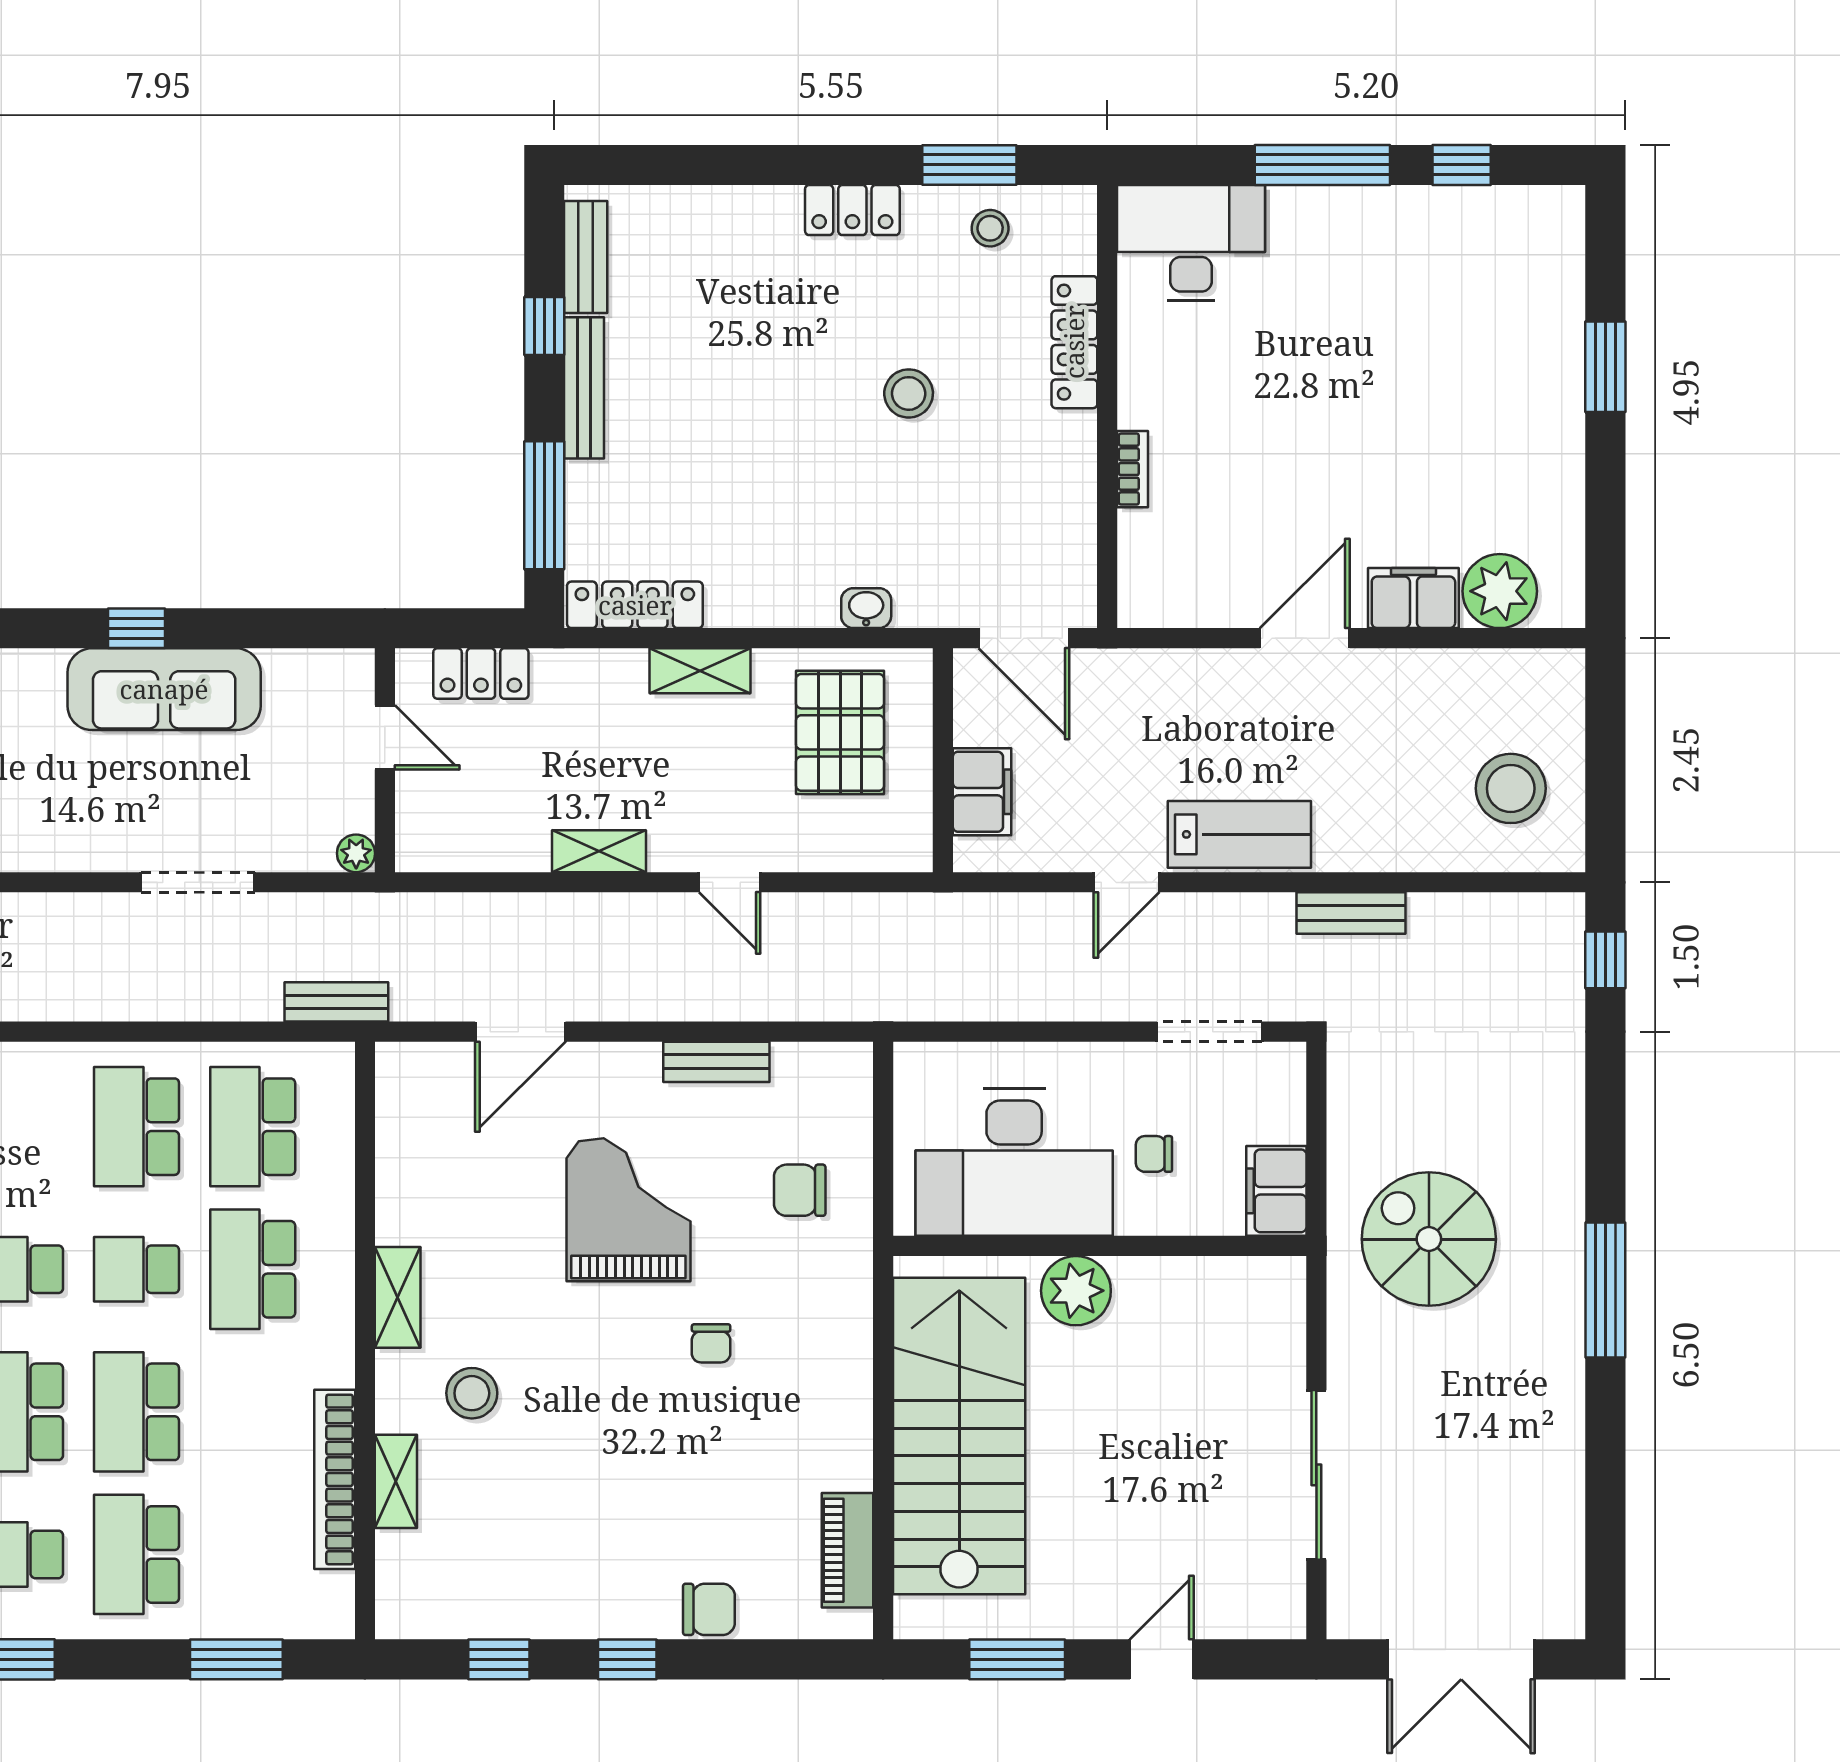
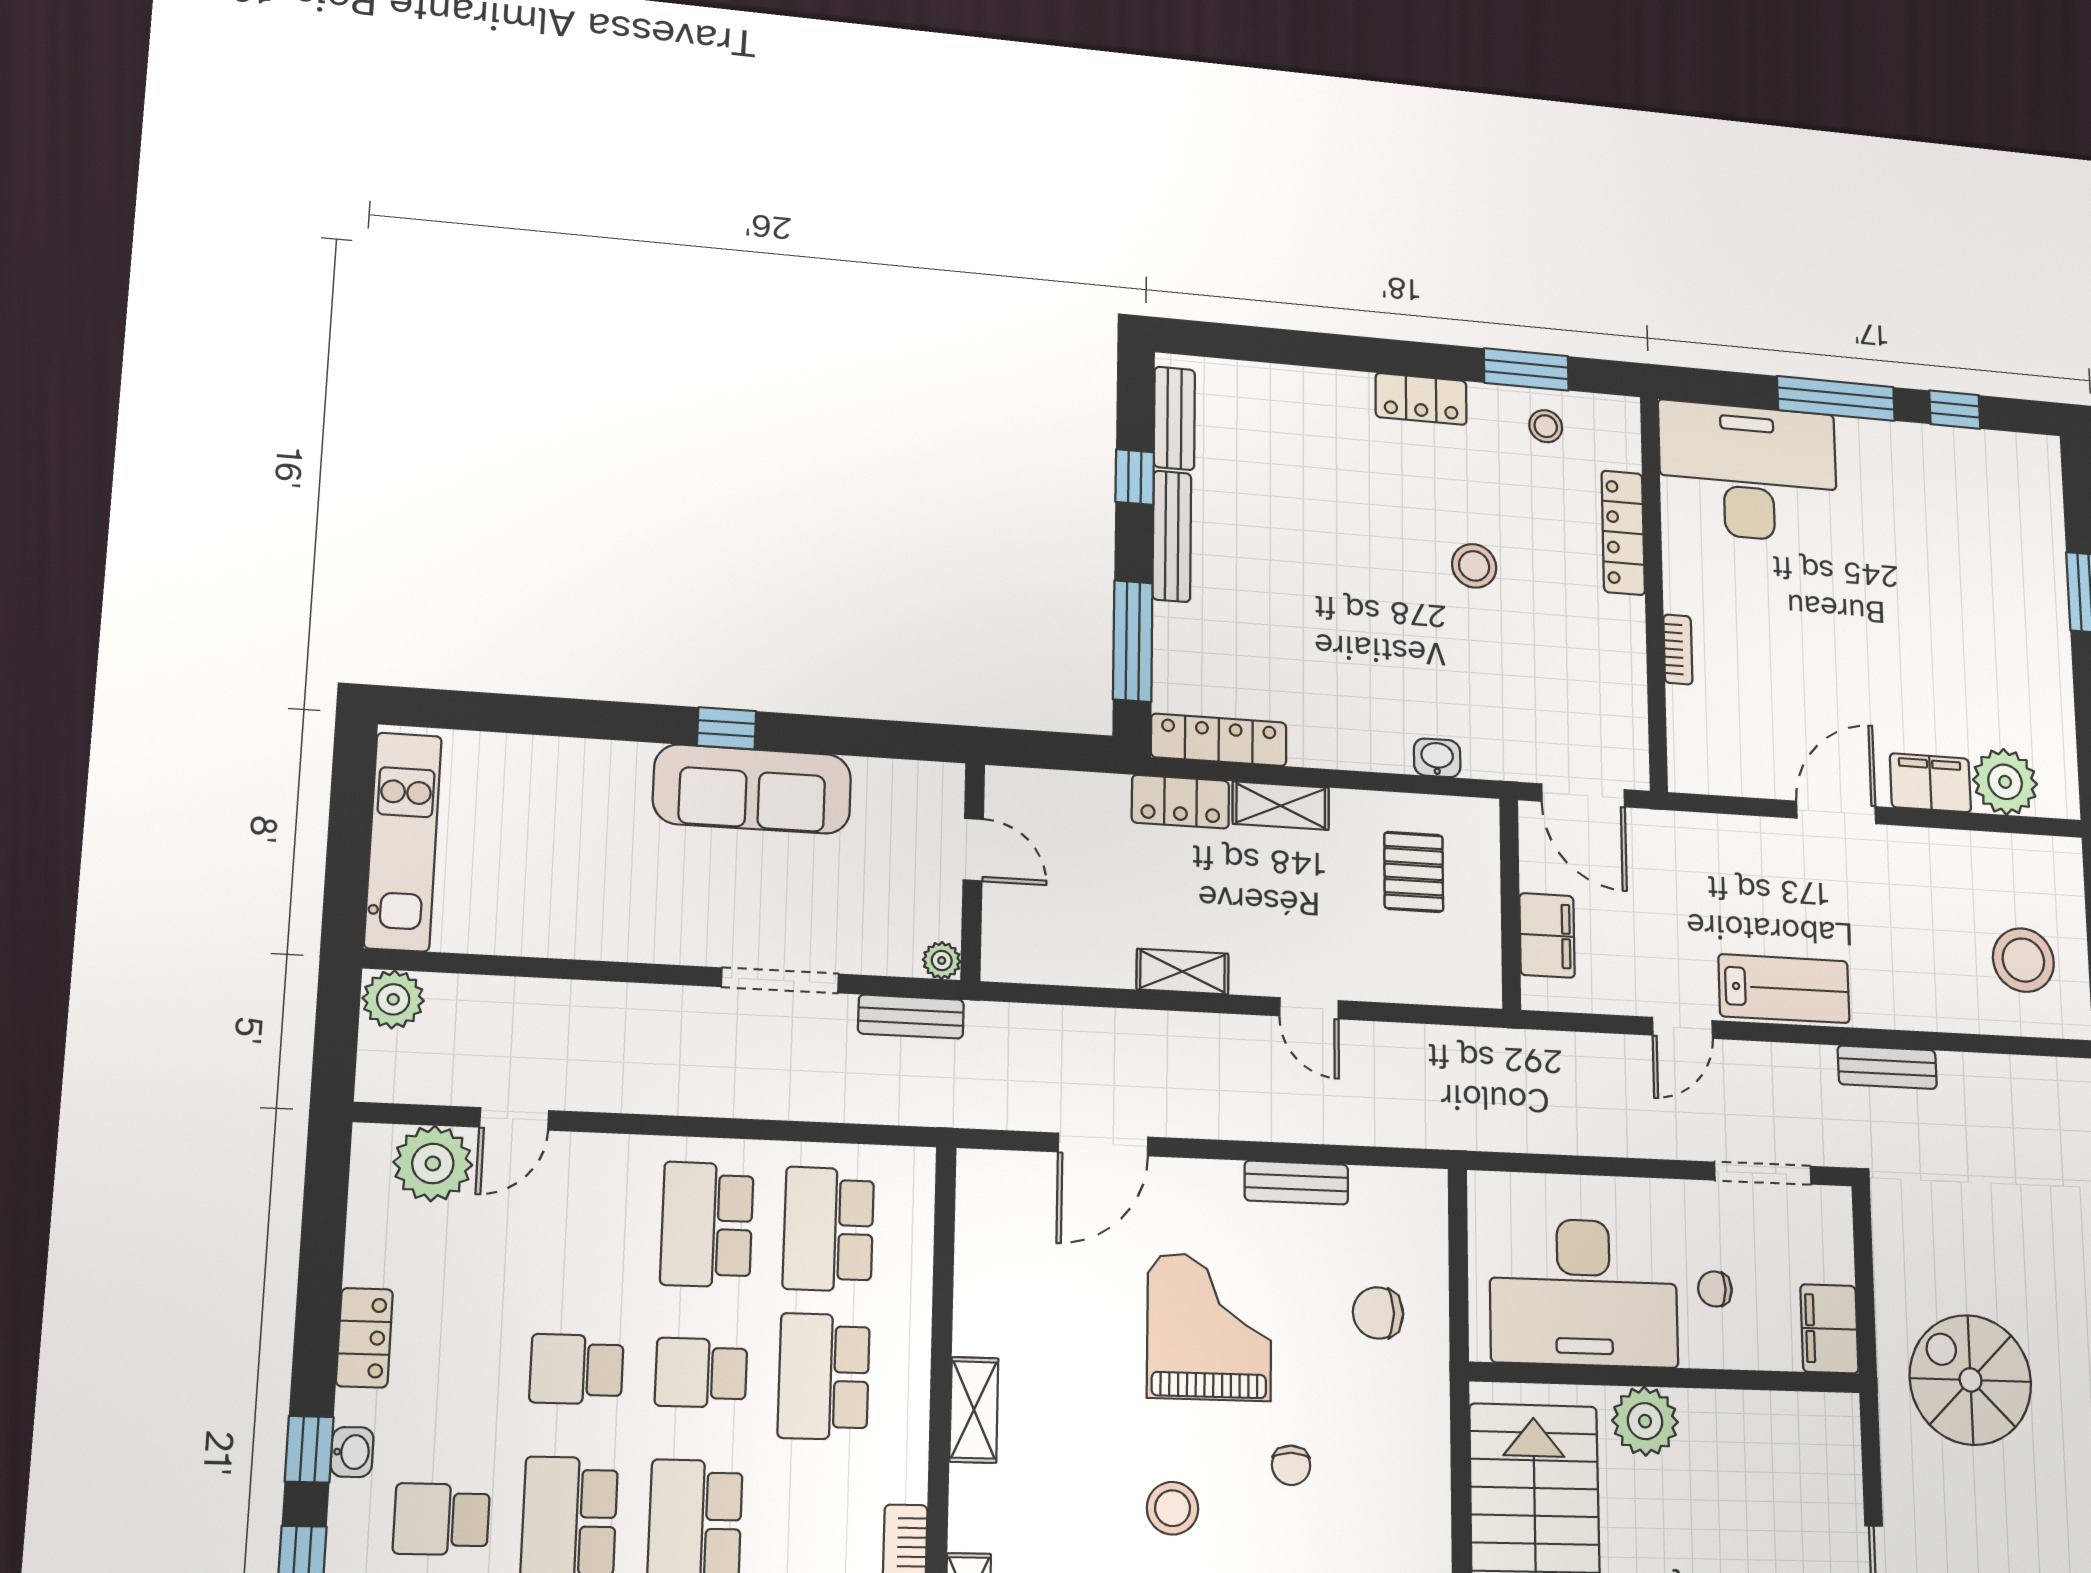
desk: (1191, 243) -> (1748, 472), width x1.36, depth x1.30
locker: (481, 673) -> (1180, 802), moved
pallet: (840, 732) -> (1414, 872), width x0.67, depth x0.71
bench: (336, 1002) -> (911, 1017), moved
stool: (472, 1393) -> (1173, 1508), moved

